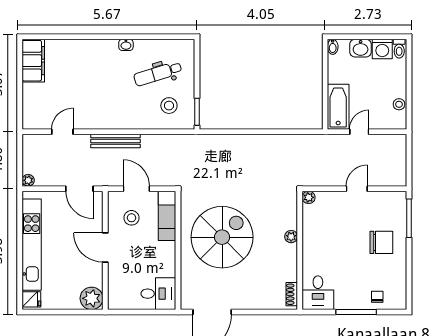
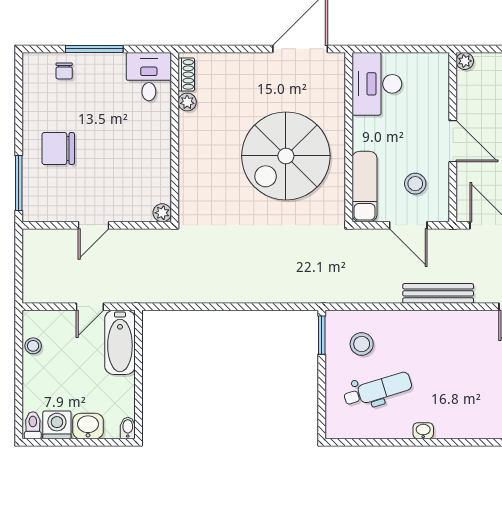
plant: (291, 237) -> (187, 102), moved
desk: (158, 294) -> (377, 84), width x1.37
plant: (92, 298) -> (465, 61), width x0.53, depth x0.53

